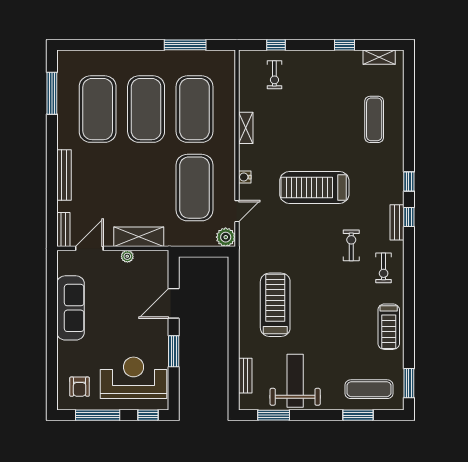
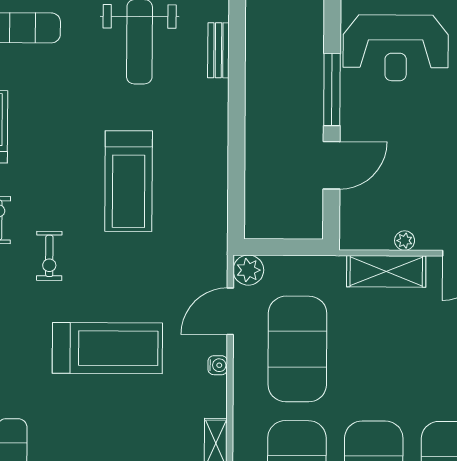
door: (237, 211) -> (230, 311), width x1.37
treadmill: (275, 305) -> (129, 181), moved
window: (174, 351) -> (332, 90), width x1.44

